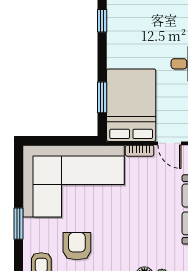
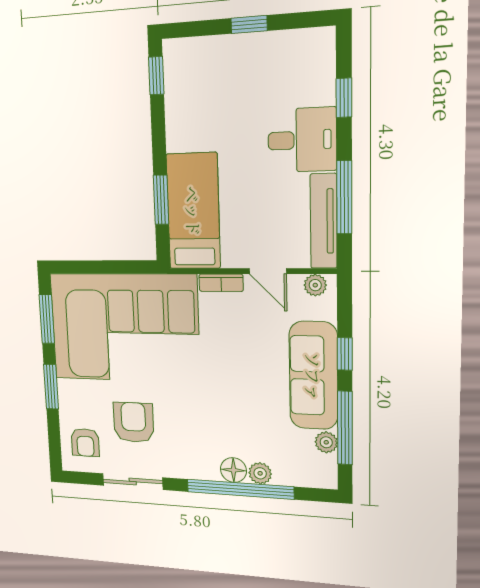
bed: (131, 105) -> (193, 211), width x0.67
window: (18, 176) -> (47, 319), added

